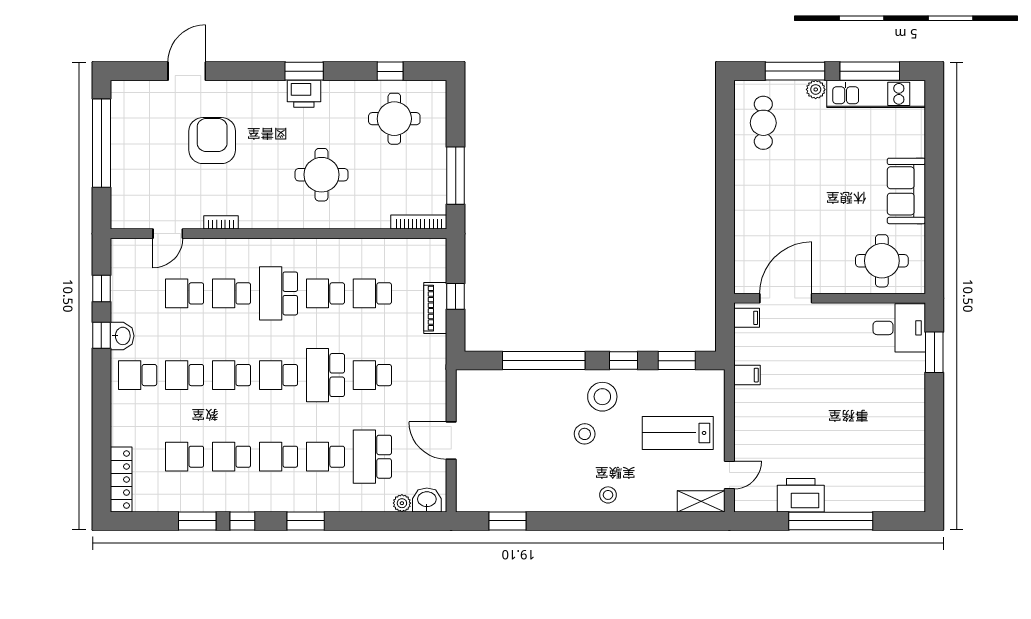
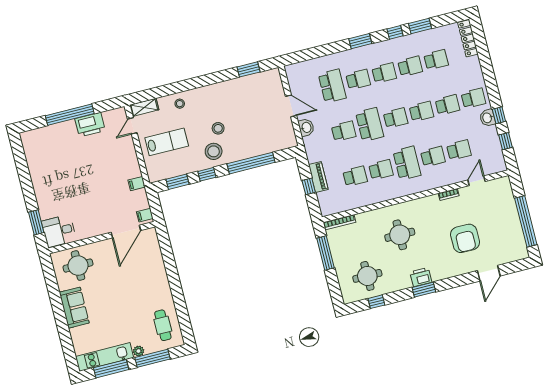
stool: (608, 495) -> (180, 104), moved
washbasin: (427, 500) -> (306, 127), moved, turned -90
plant: (402, 503) -> (309, 64), removed

